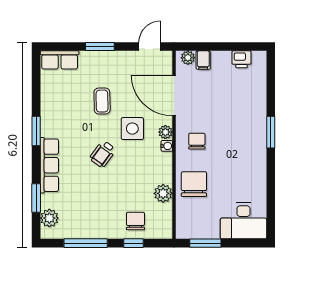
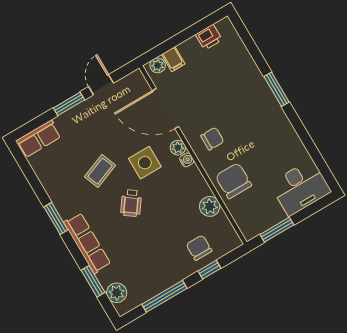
door: (150, 47) -> (101, 85), moved
coffee table: (102, 101) -> (100, 171), moved, turned 70
chair: (197, 141) -> (212, 139), turned 90

